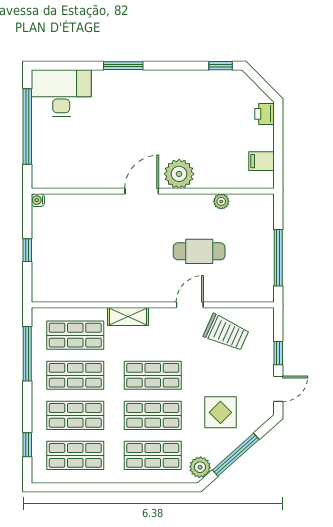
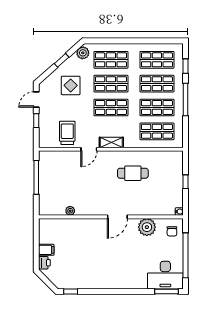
window: (123, 66) -> (167, 291), moved
filing cabinet: (262, 161) -> (46, 250), moved
chair: (50, 167) -> (172, 231), added
plant: (179, 174) -> (147, 227), moved
cafe table: (199, 251) -> (133, 173), moved
shelving: (128, 316) -> (111, 142), moved
trolley: (226, 333) -> (67, 133), turned 66
window: (27, 354) -> (186, 99), moved
window: (236, 455) -> (62, 60), width x0.46

